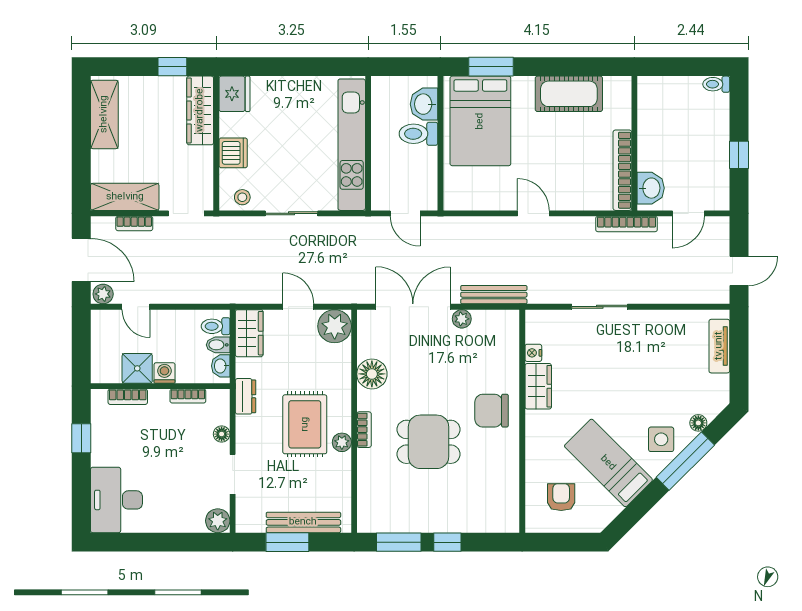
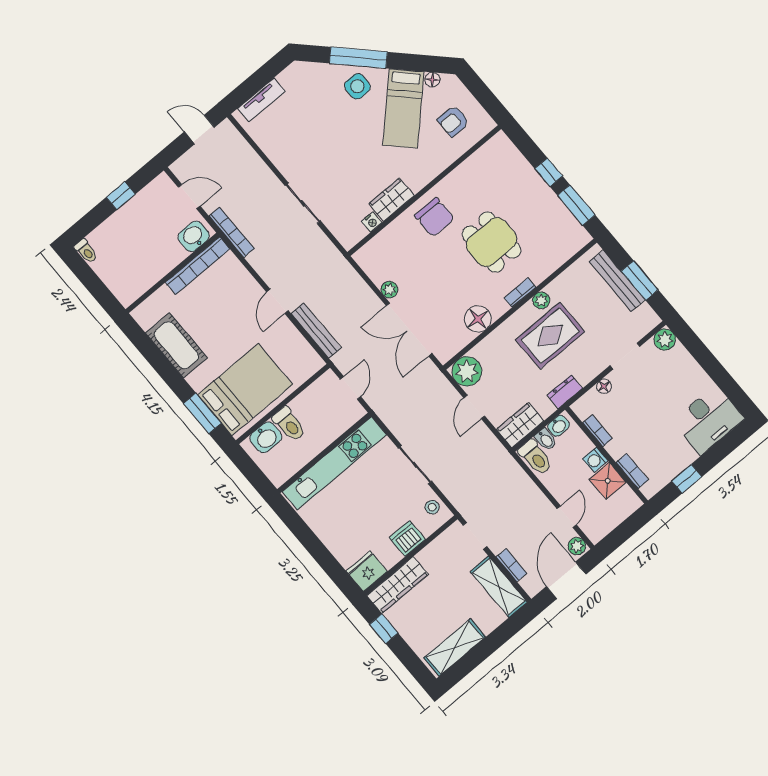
bench: (494, 295) -> (316, 331), moved
toilet: (216, 326) -> (536, 457), width x1.37, depth x1.39
floor lamp: (698, 423) -> (432, 80), moved

